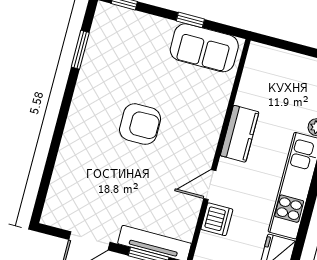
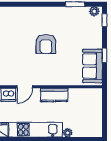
plant: (103, 17) -> (94, 11), added
door: (210, 185) -> (25, 87), swing flipped

